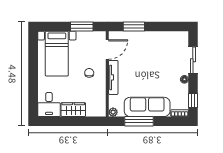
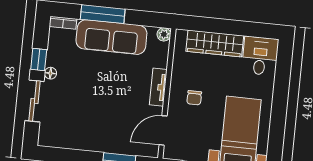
tv unit: (113, 77) -> (158, 87), width x0.71
window: (193, 100) -> (39, 60), moved
wardrobe: (73, 110) -> (215, 44), width x1.50
window: (139, 121) -> (103, 14), moved

